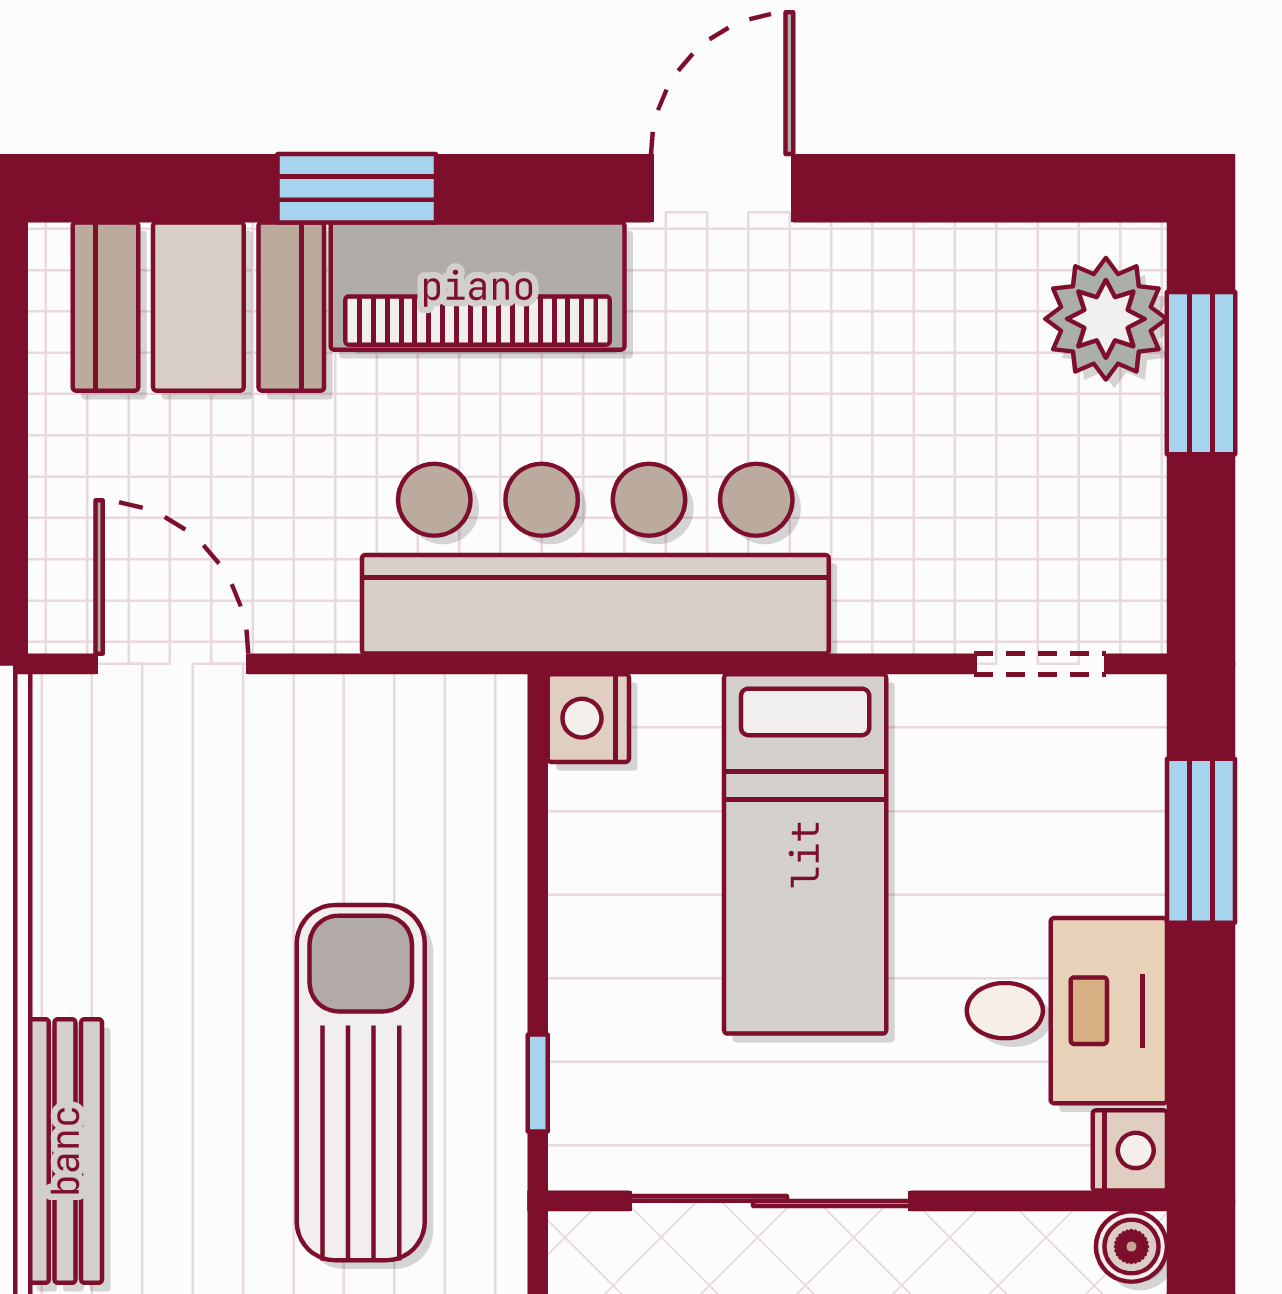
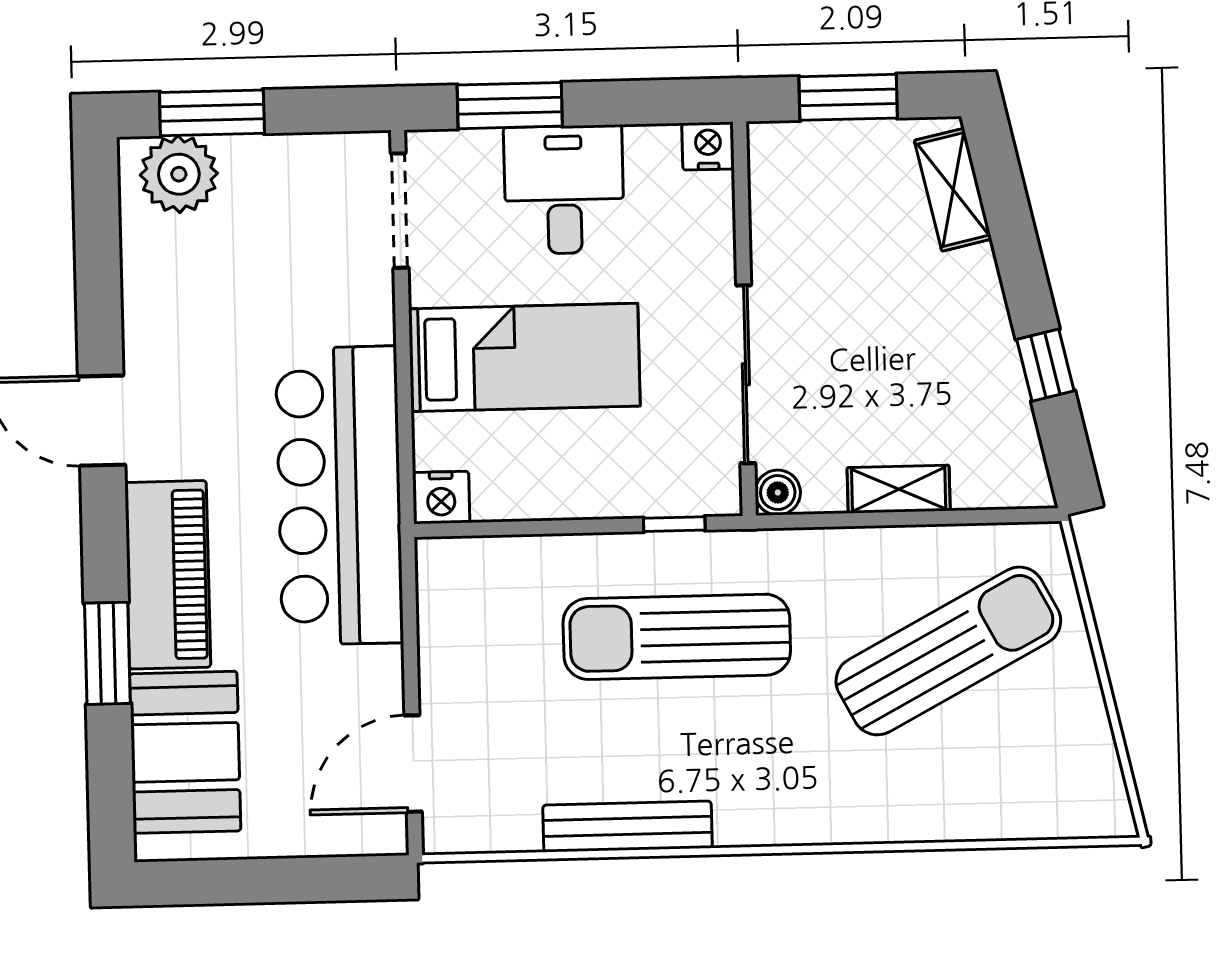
doorway: (1040, 664) -> (400, 211), width x1.38
desk: (1067, 1011) -> (564, 190), moved
bench: (65, 1151) -> (628, 826), moved
boiler: (1131, 1247) -> (778, 493), moved

